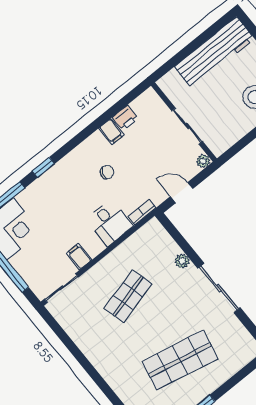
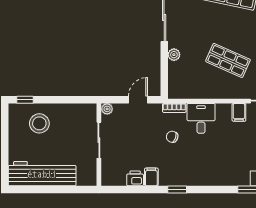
window: (43, 167) -> (177, 190), moved
chair: (107, 172) -> (172, 137), moved
door: (182, 193) -> (138, 100), swing flipped
shop shelf: (128, 296) -> (228, 60), turned 39

